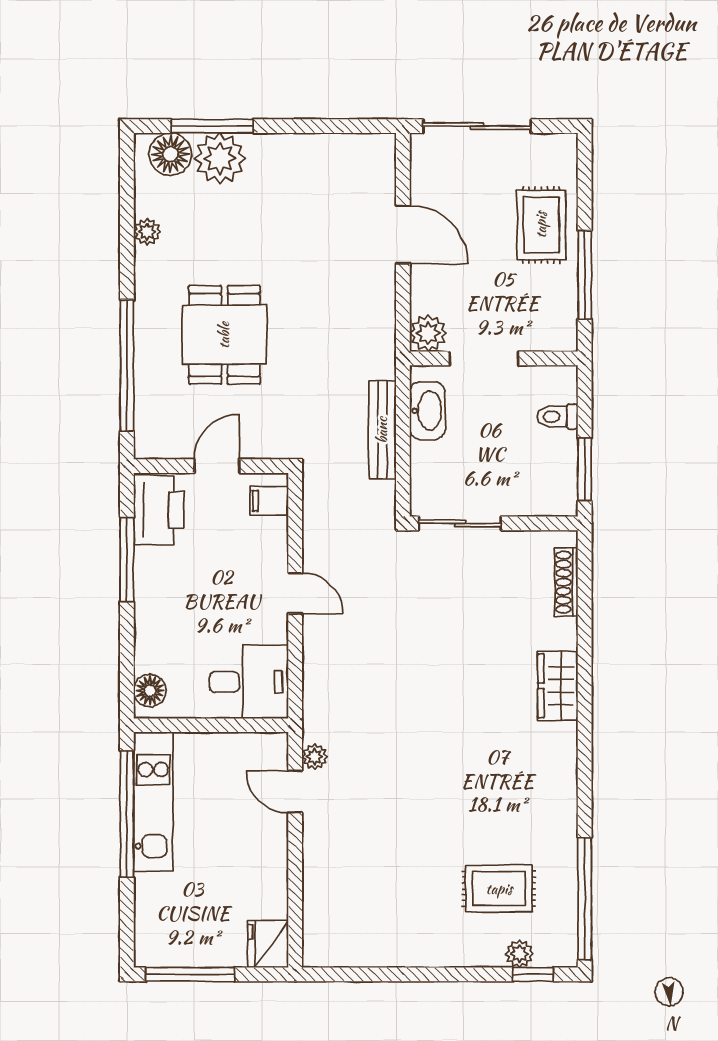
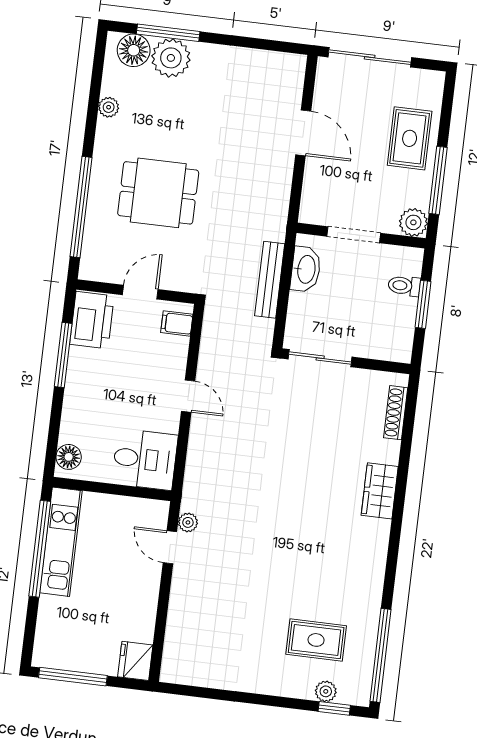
plant: (428, 333) -> (413, 222), moved
dining table: (224, 335) -> (158, 193), turned 90
window: (585, 469) -> (423, 304), moved

